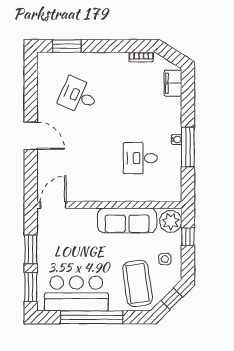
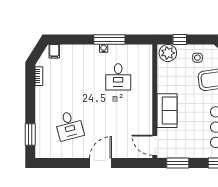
filing cabinet: (173, 83) -> (54, 51), width x0.50
desk: (78, 96) -> (69, 126), turned -39
sofa: (127, 220) -> (167, 111), moved, width x0.73
window: (31, 250) -> (178, 163), moved

